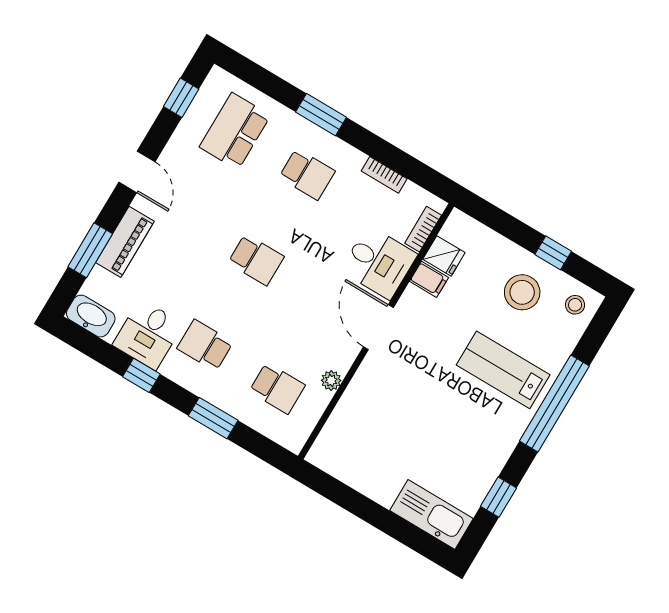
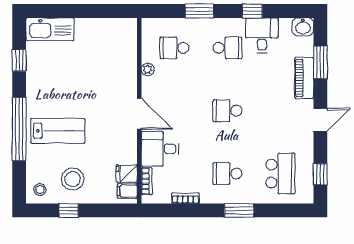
door: (137, 172) -> (320, 120), swing flipped
filing cabinet: (429, 279) -> (127, 191), moved
washbasin: (91, 316) -> (303, 27), width x0.72

